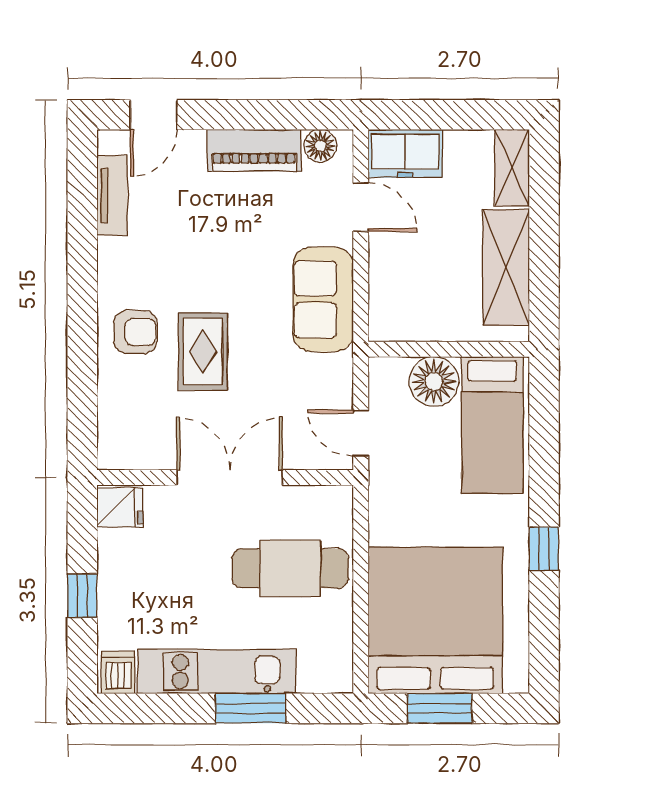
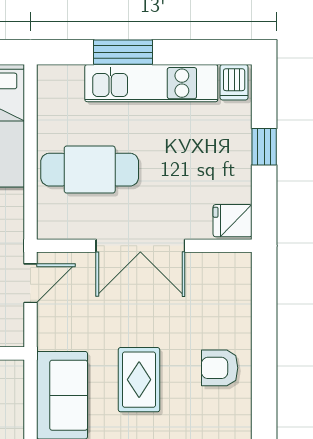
rug: (203, 351) -> (139, 380), moved
door: (361, 433) -> (30, 283), hinge flipped

